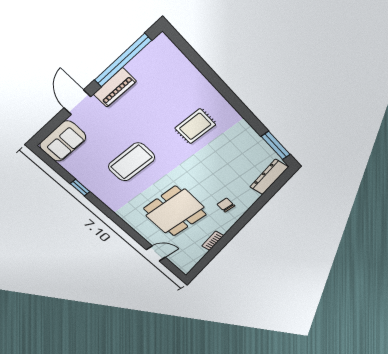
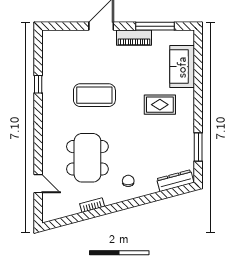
window: (122, 61) -> (155, 26), width x0.68
sofa: (63, 141) -> (182, 67), moved, turned 90
window: (276, 145) -> (198, 147), moved
dining table: (175, 211) -> (87, 158), turned 90

